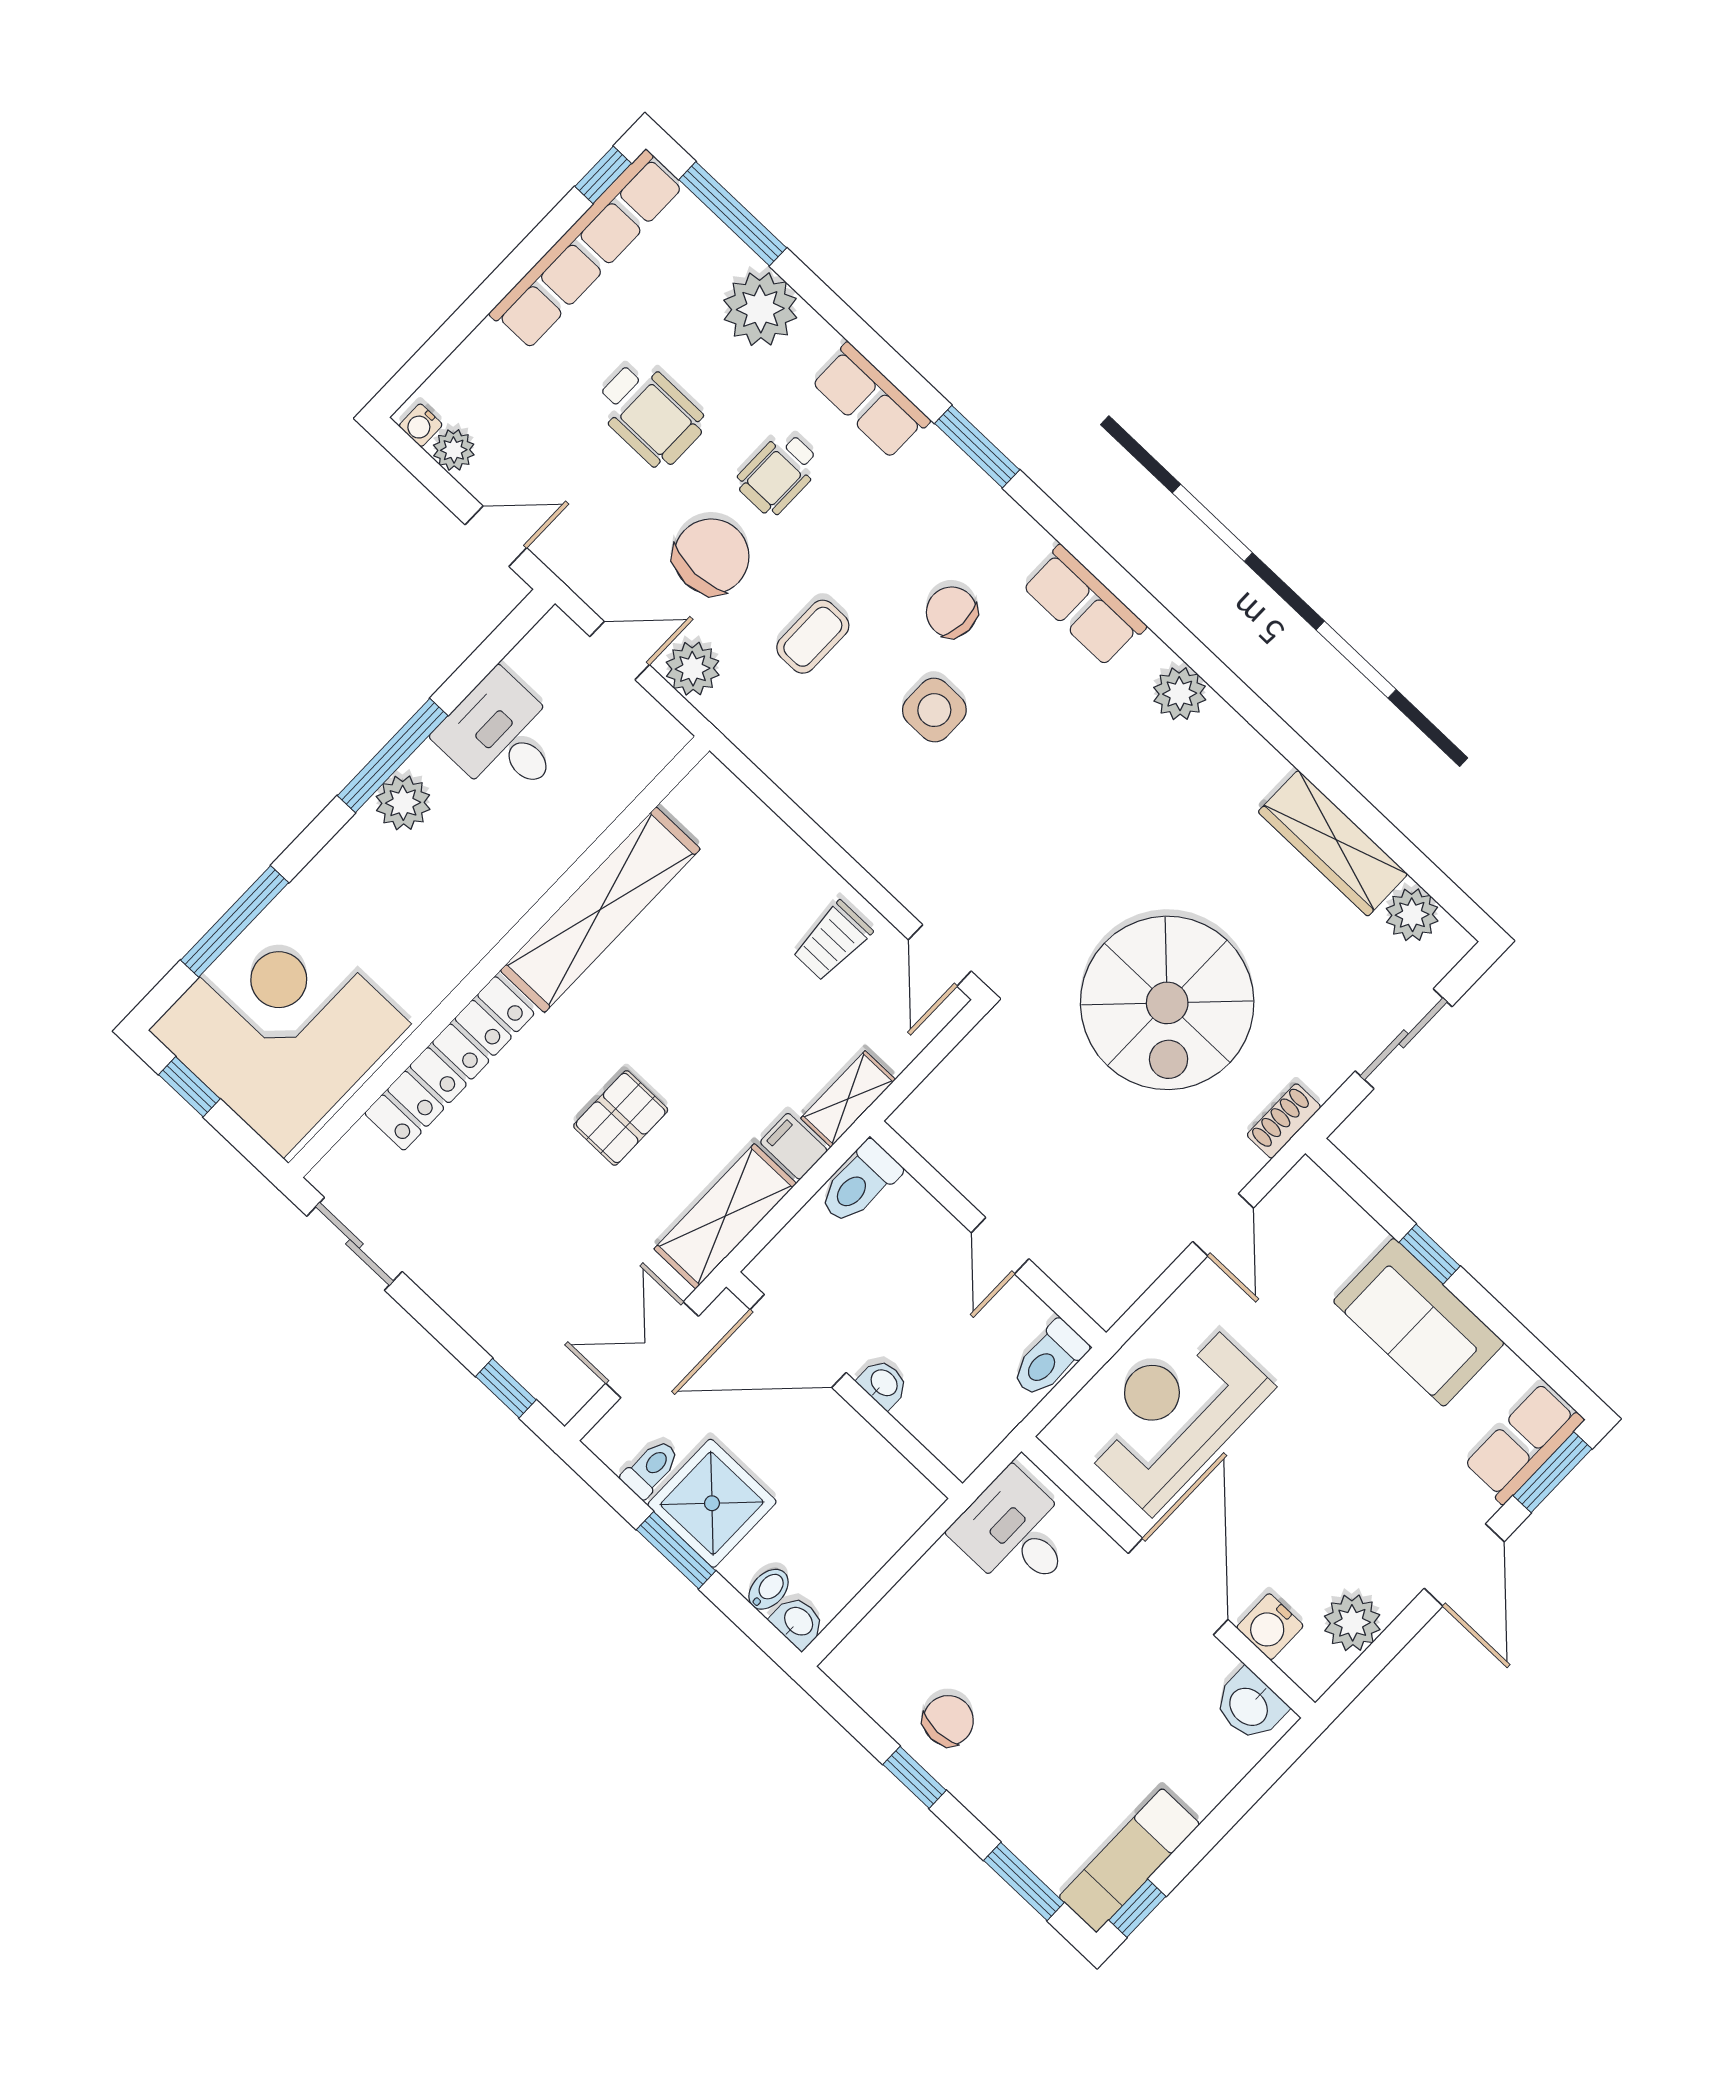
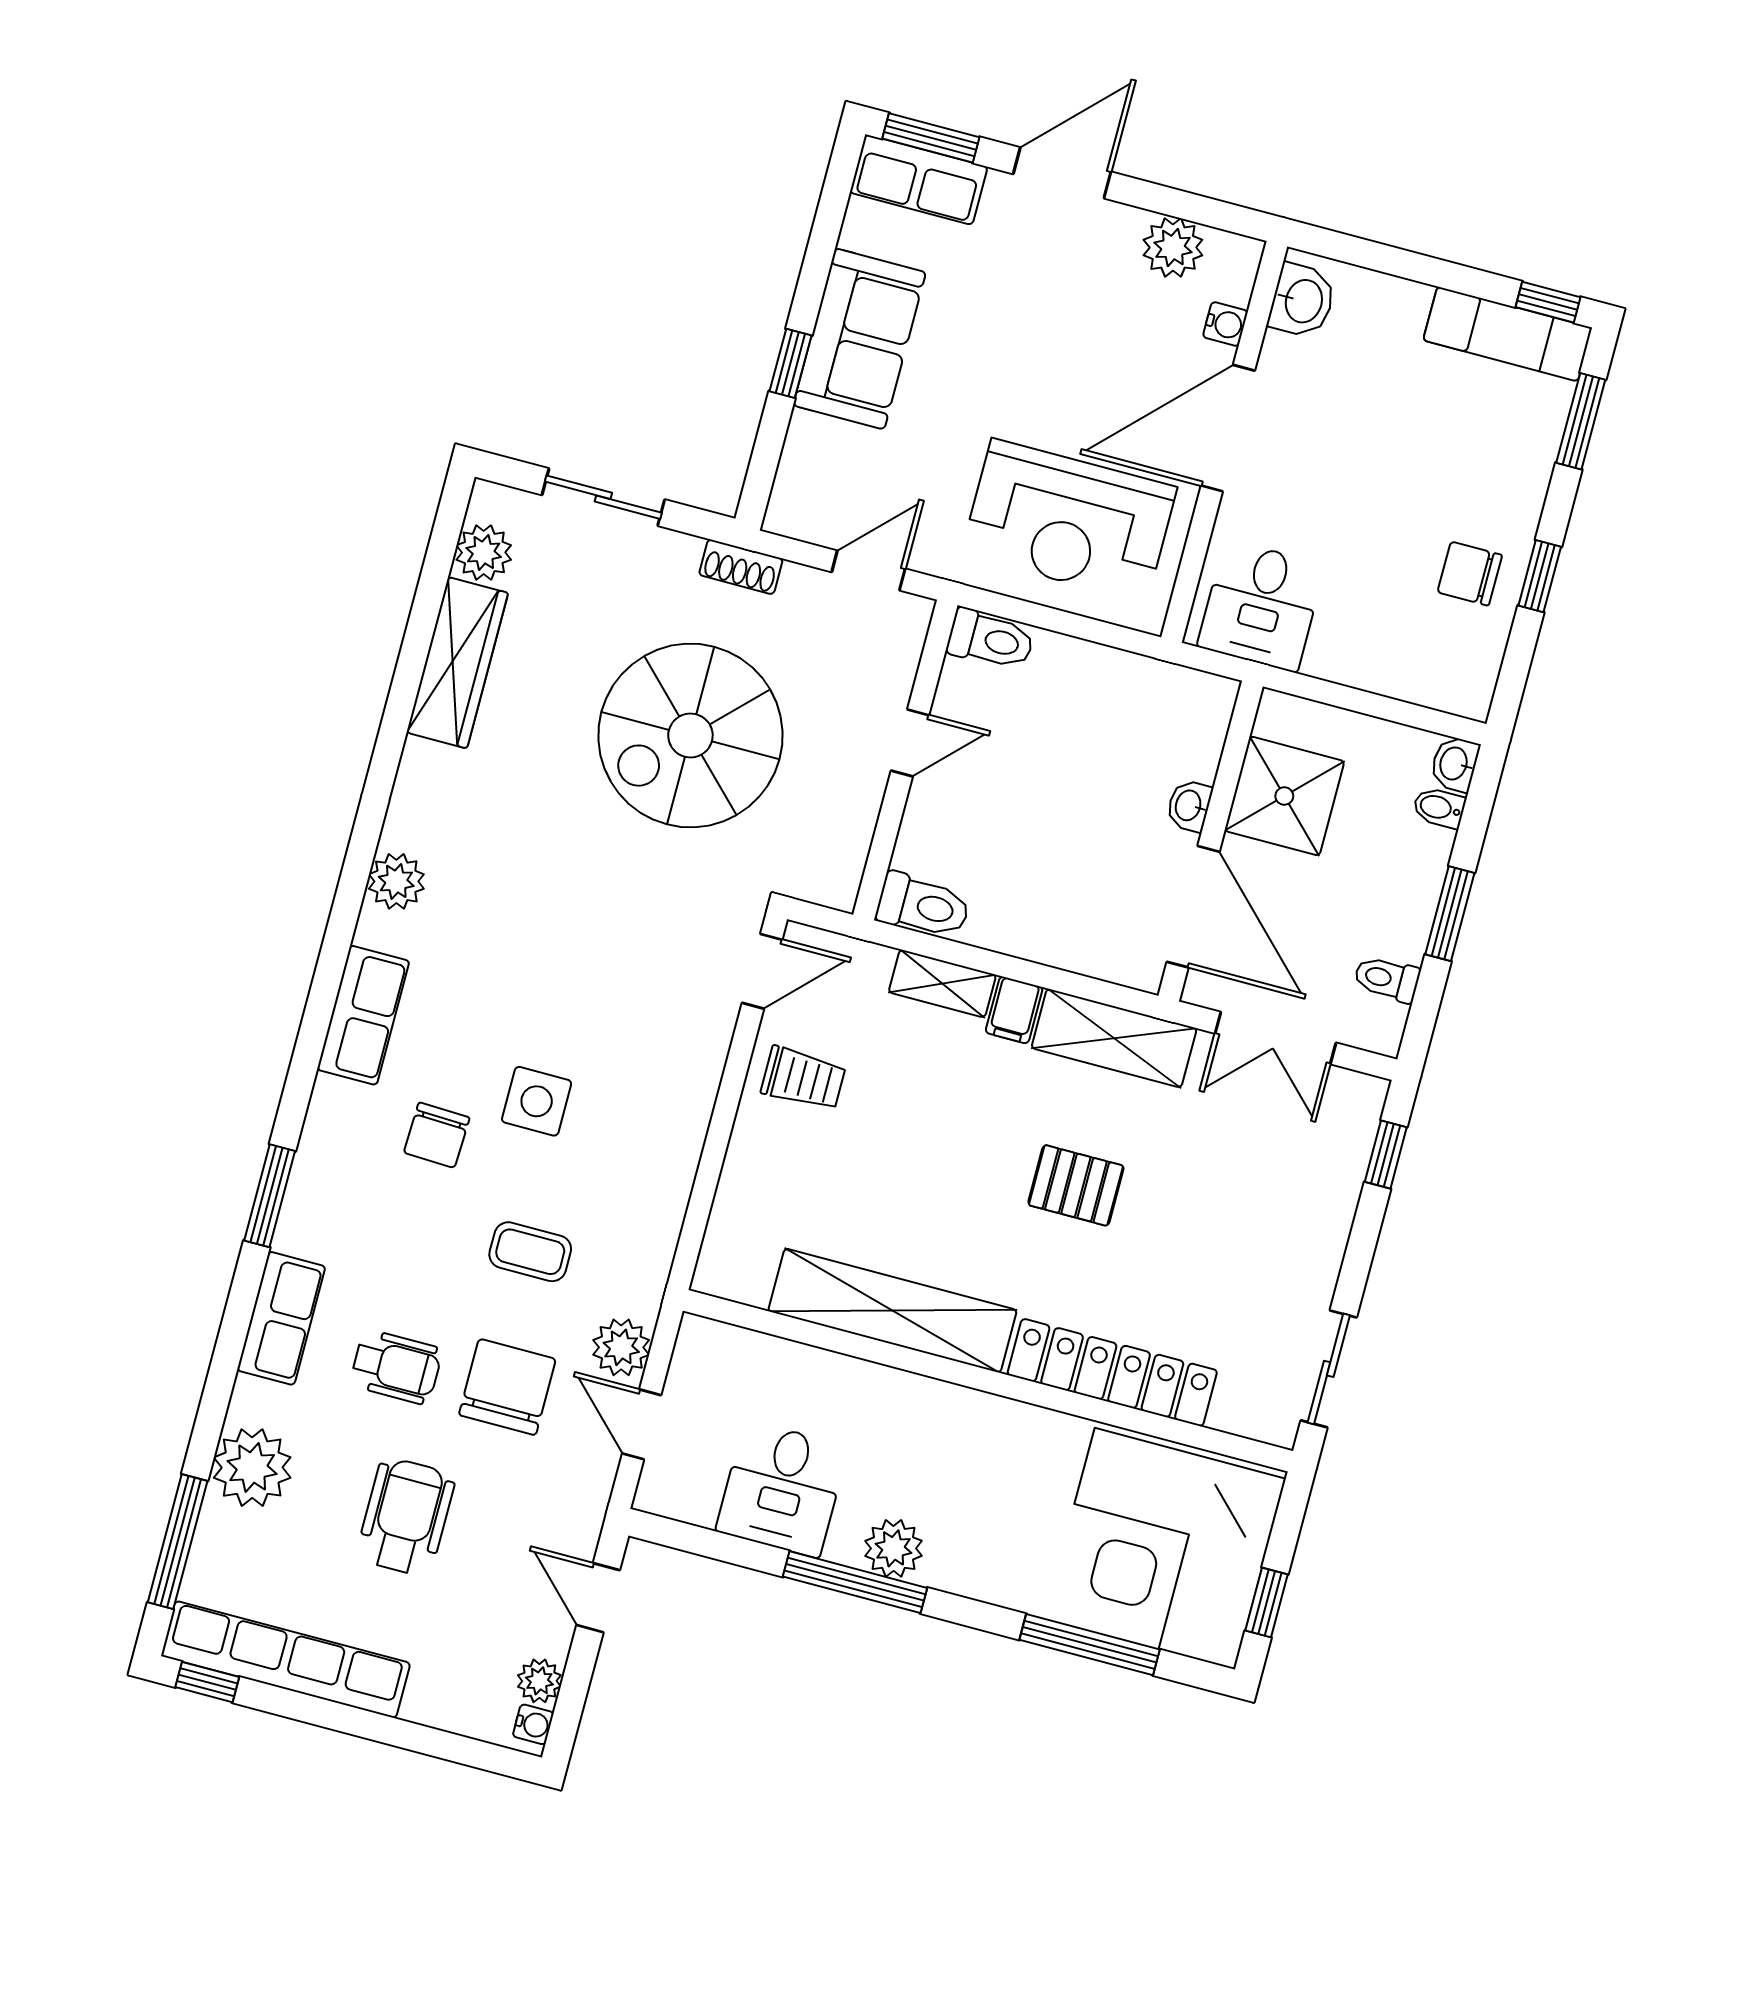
chair: (711, 557) -> (507, 1387), turned 90
spiral stairs: (1167, 1003) -> (690, 736), turned 180
toilet: (859, 1183) -> (923, 906), moved
wall: (988, 1234) -> (905, 760), moved
door: (1000, 1246) -> (910, 743), moved
toilet: (1049, 1359) -> (991, 640), moved
shower: (712, 1503) -> (1284, 796), moved
water cooler: (1270, 1627) -> (1225, 324), width x0.72, depth x0.72

